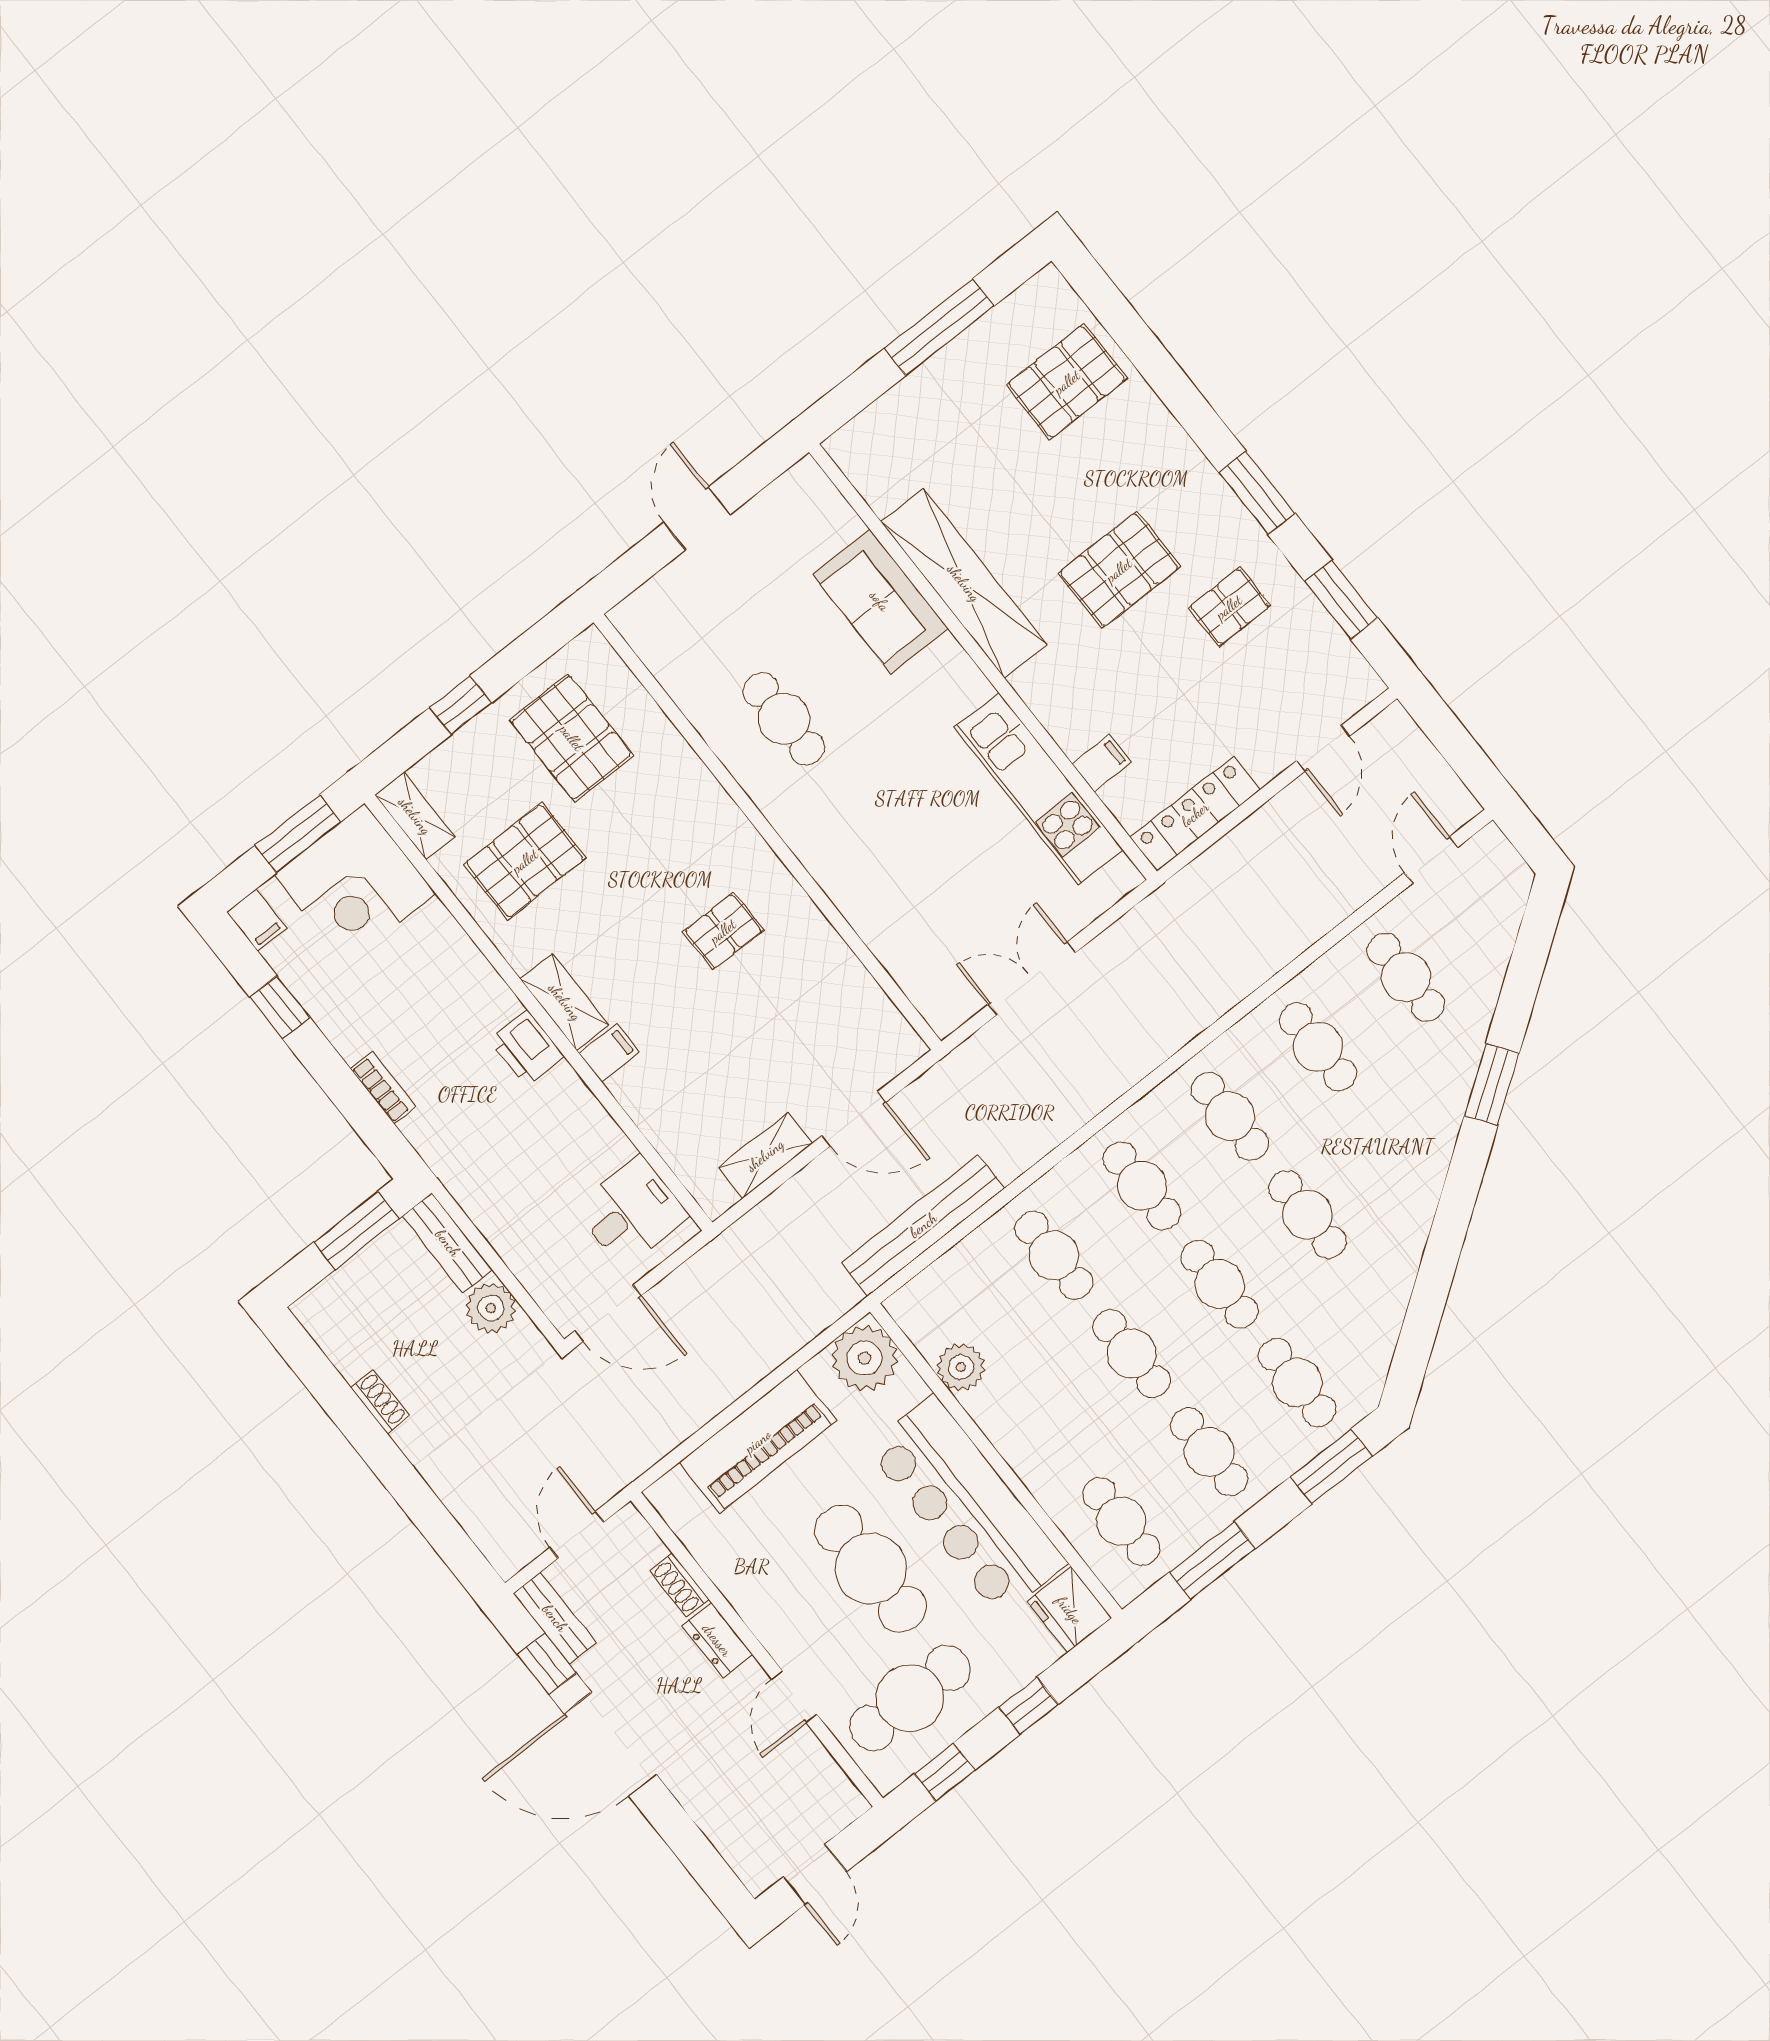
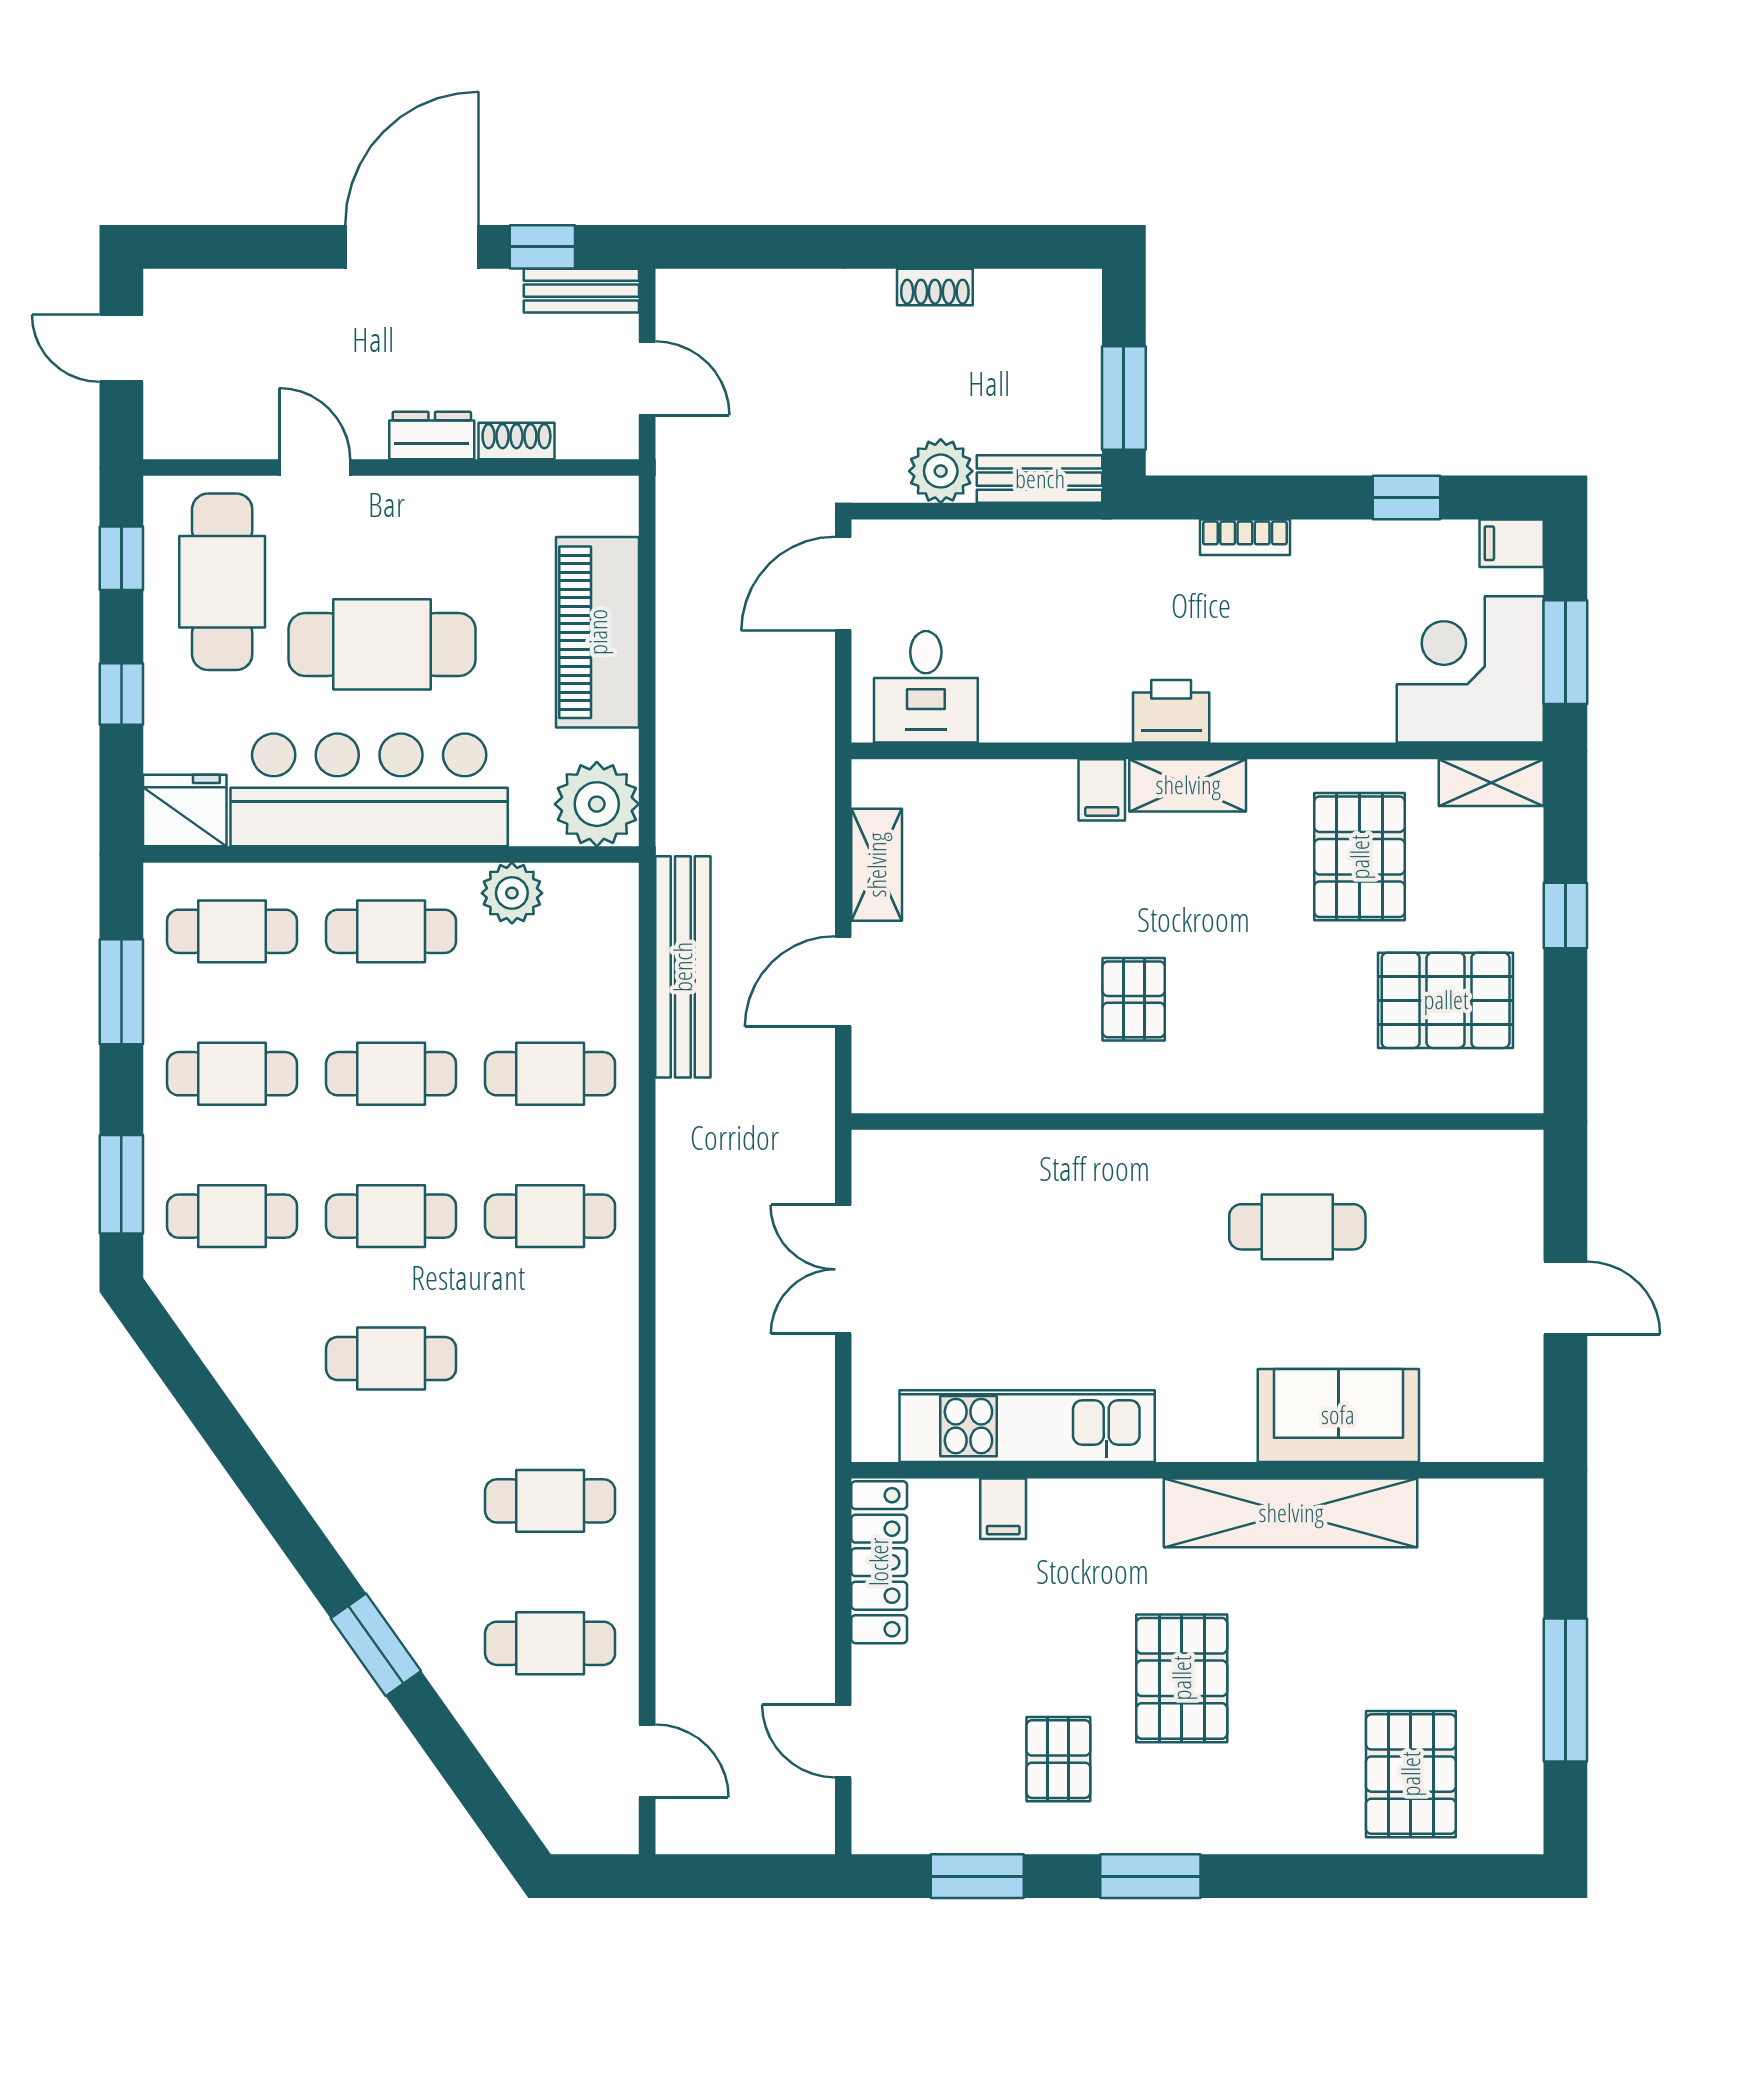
double door: (1032, 979) -> (843, 1269), swing flipped
cafe table: (1230, 1116) -> (391, 931), moved

